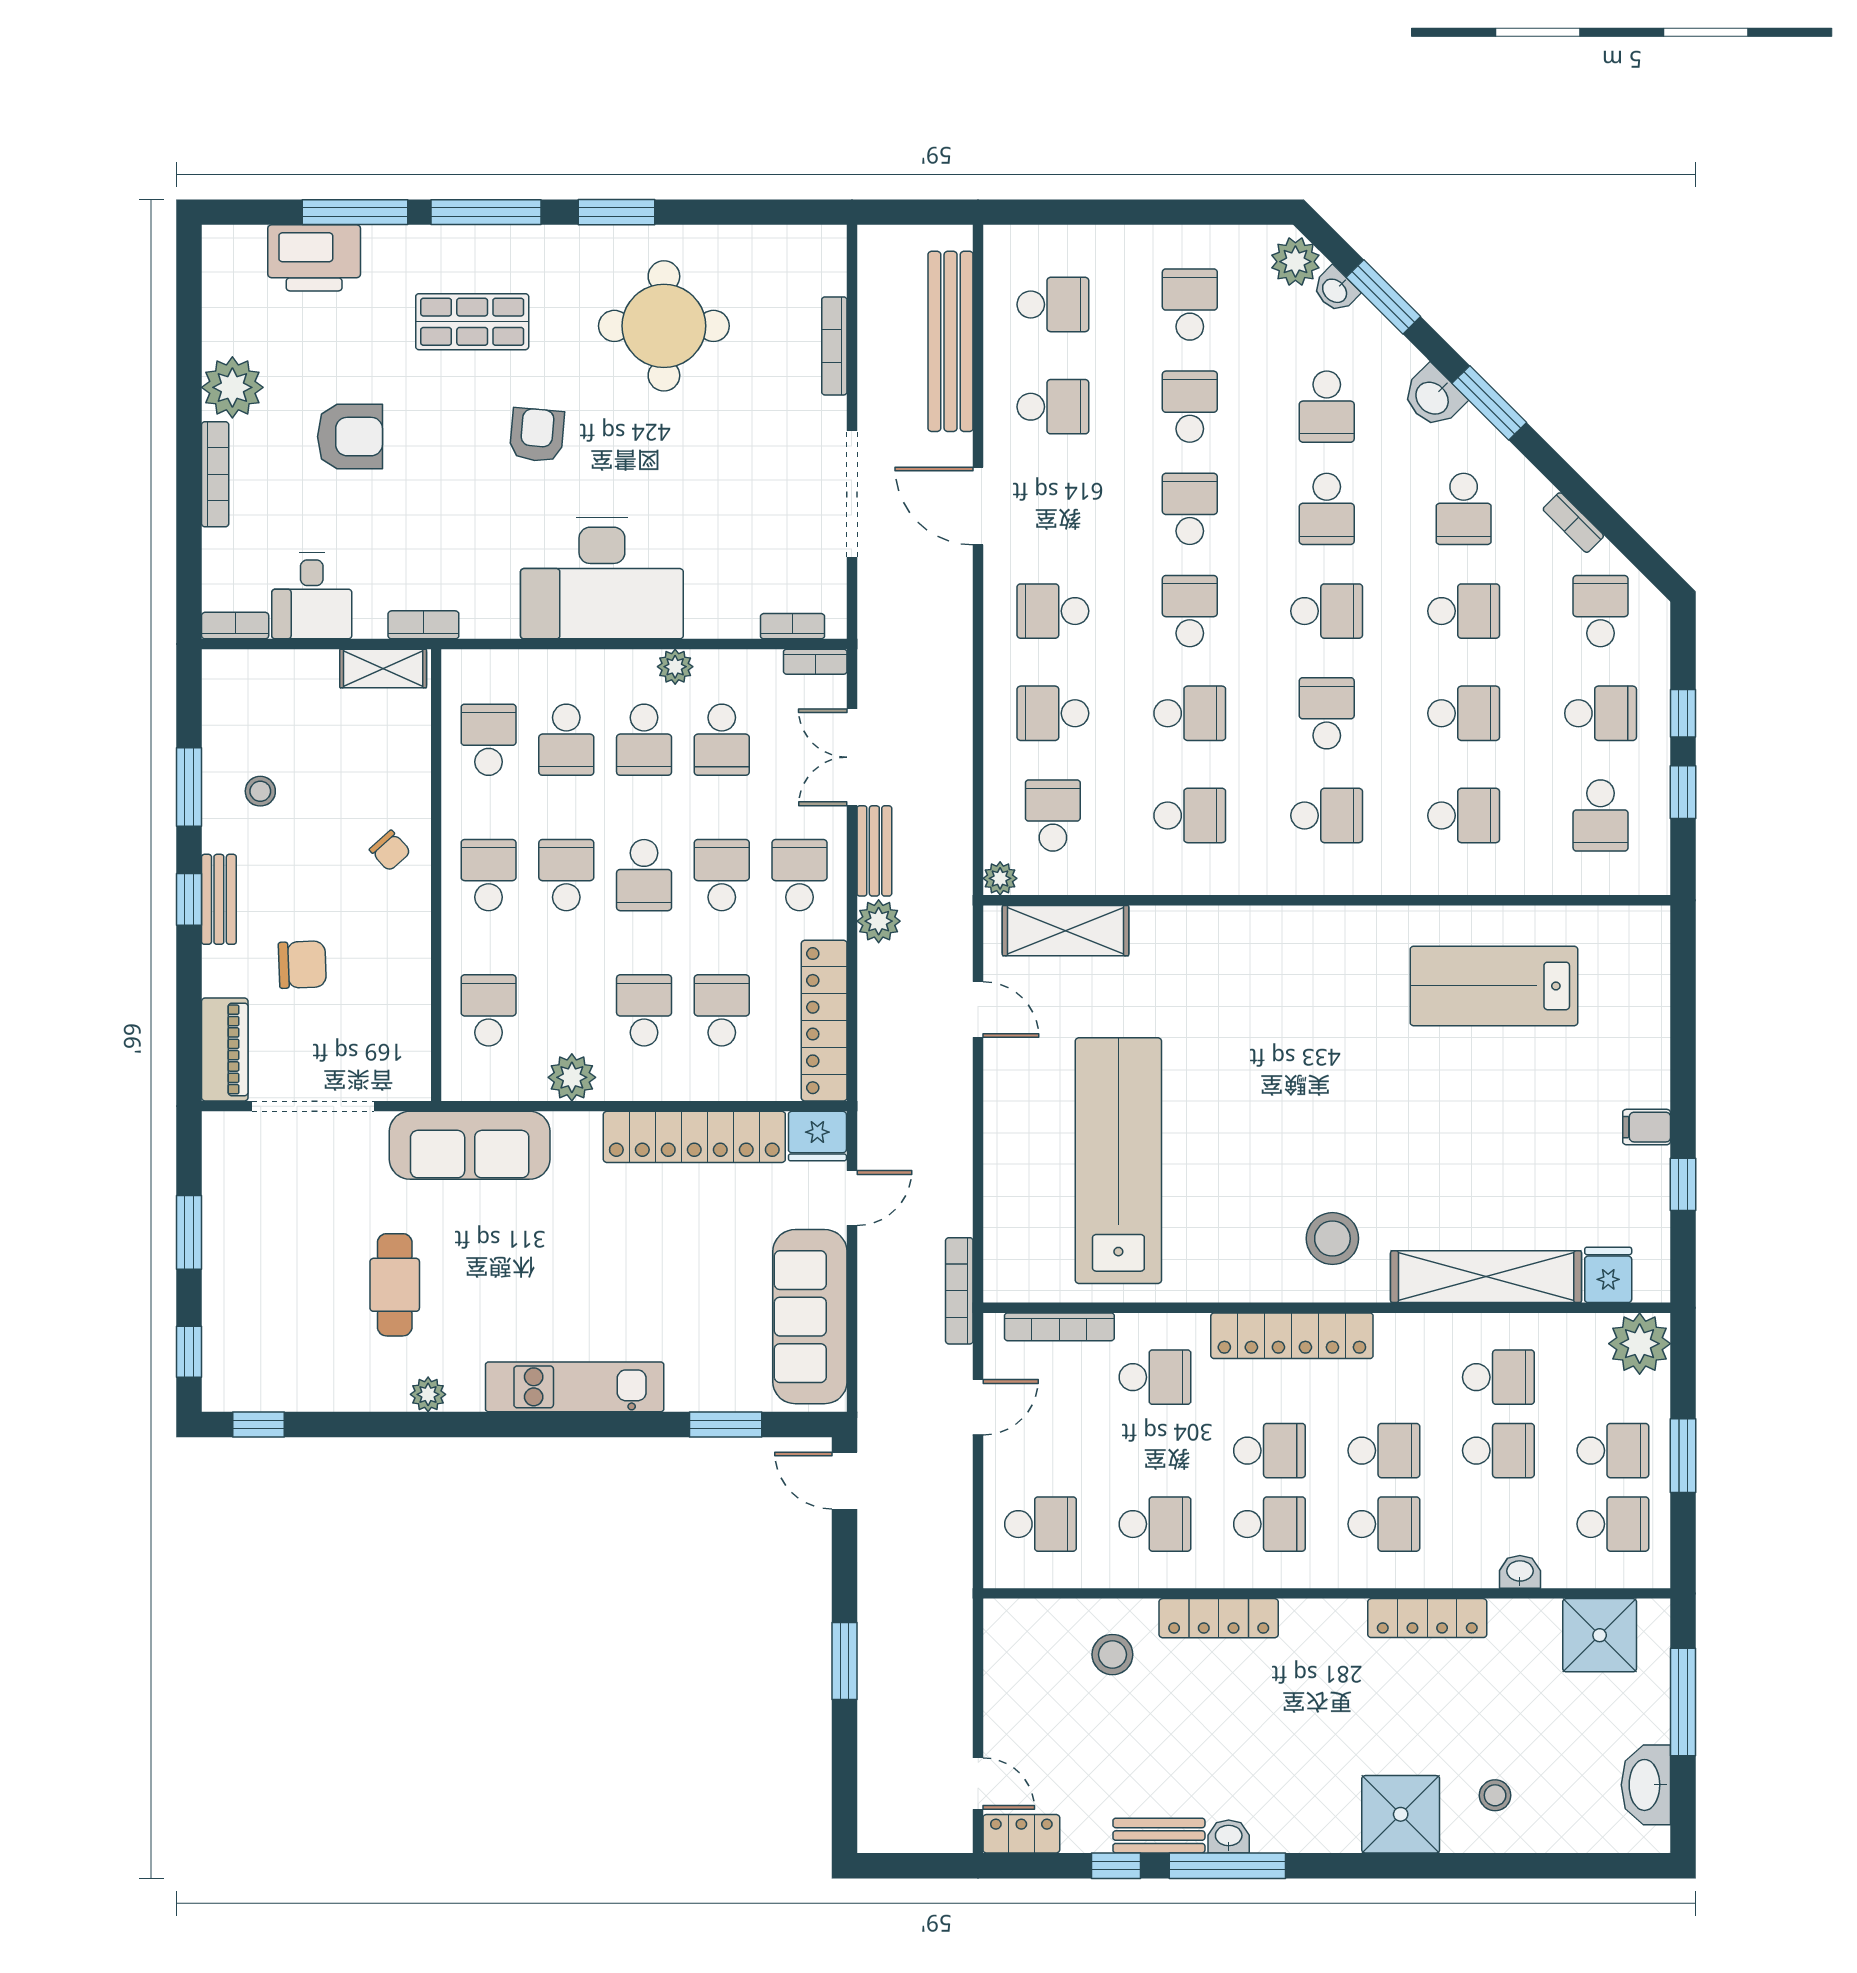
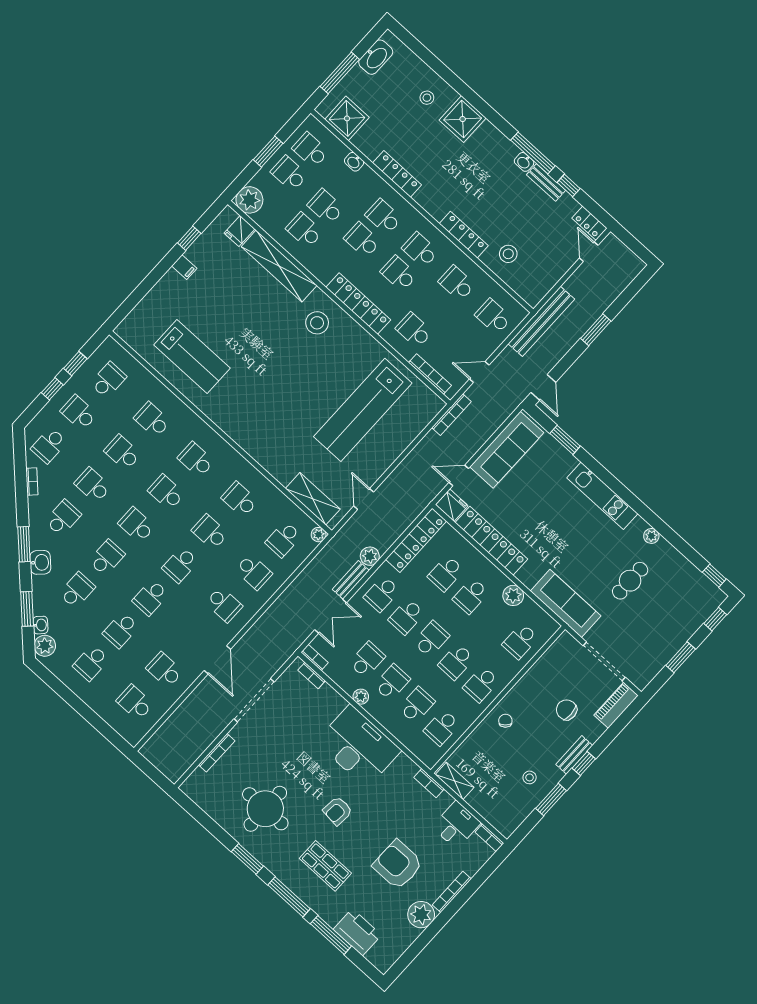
bench: (951, 341) -> (541, 321), moved
armchair: (350, 437) -> (398, 865), width x1.36, depth x1.36
school desk: (1327, 713) -> (166, 492), turned 90

